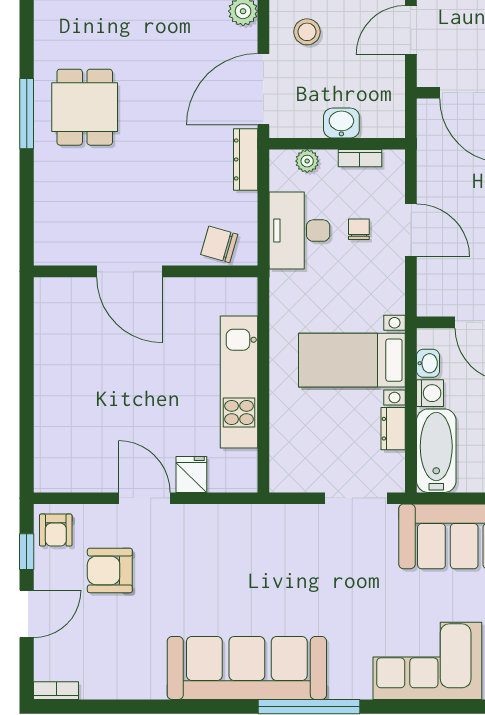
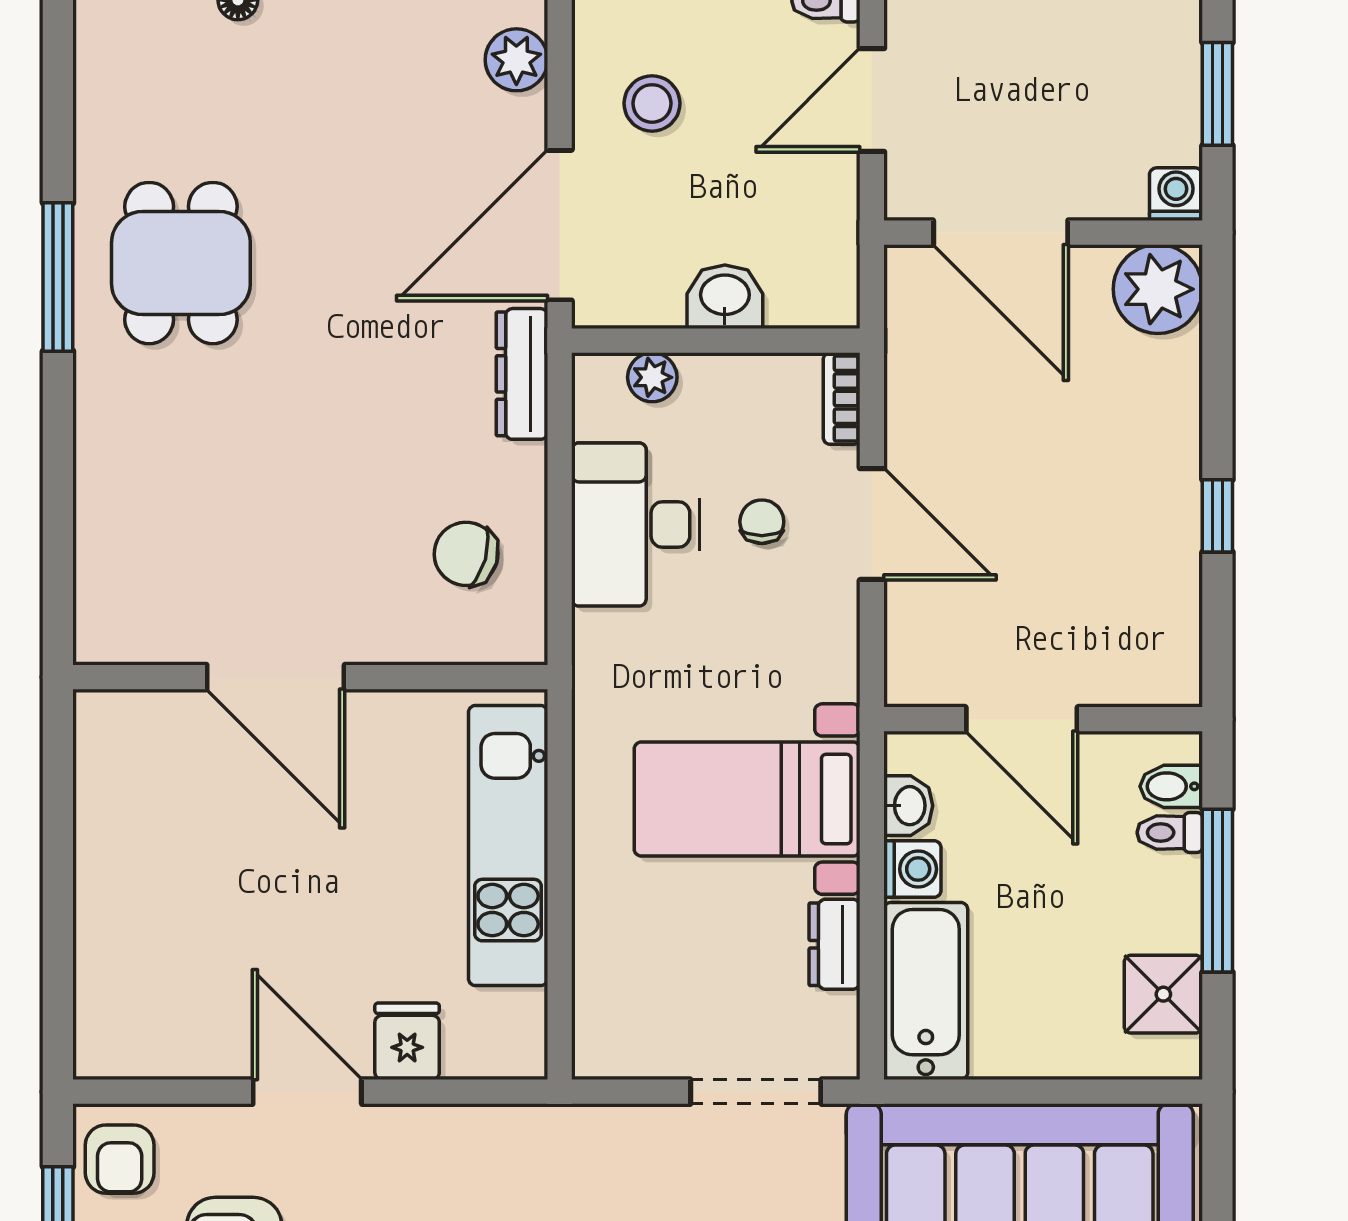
bookcase: (360, 158) -> (842, 399), moved, turned 90
door: (129, 271) -> (276, 677), moved
wall: (146, 271) -> (310, 677), moved

